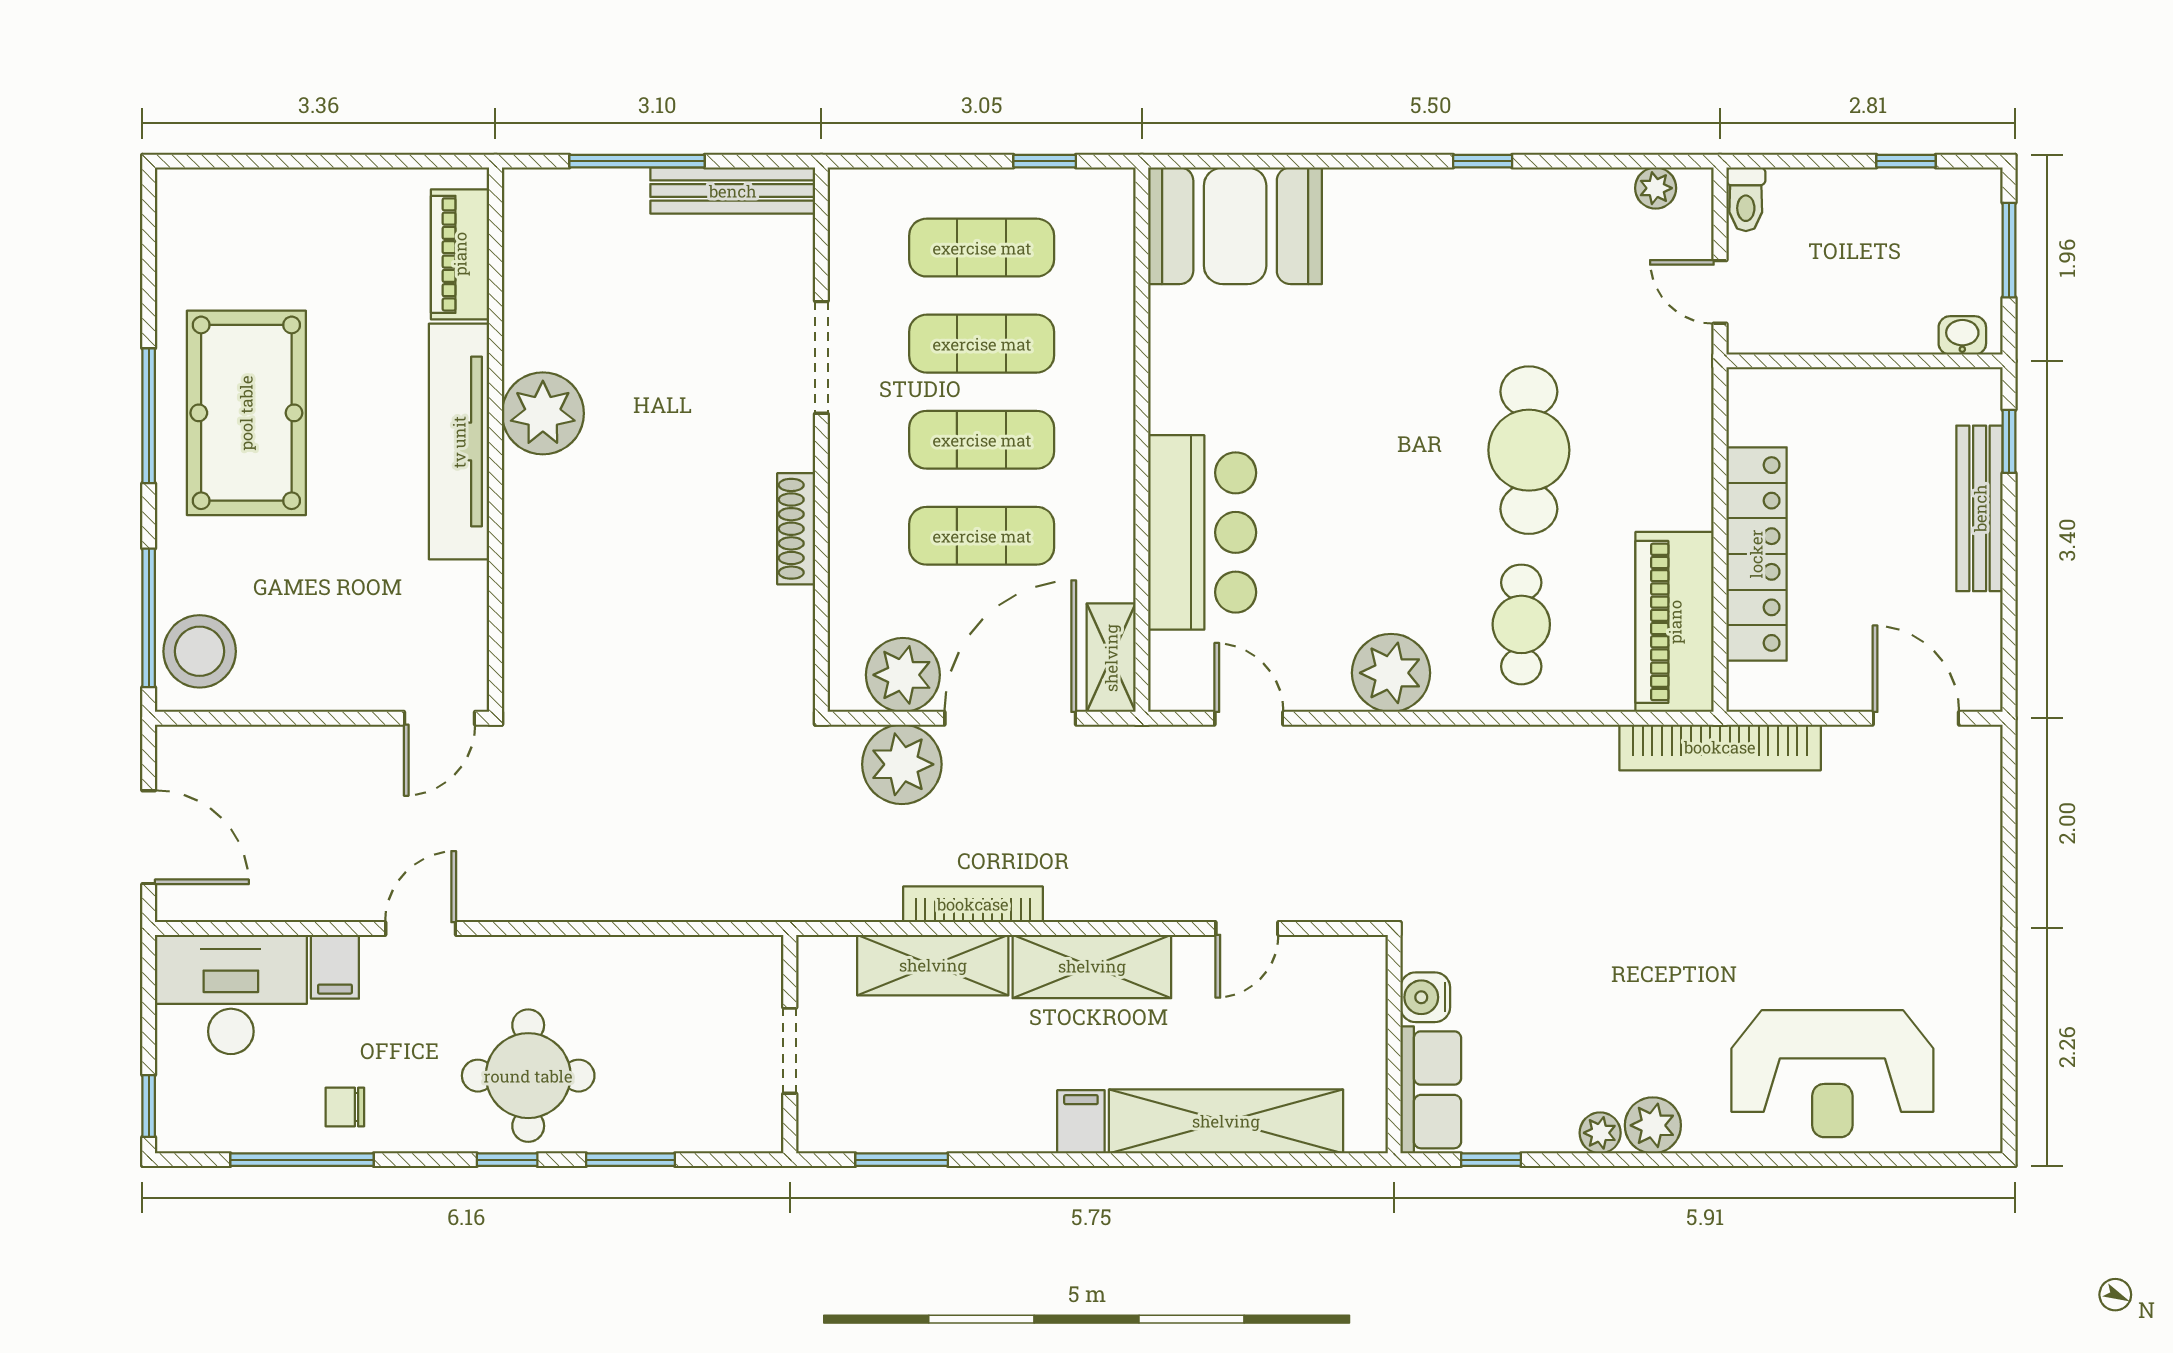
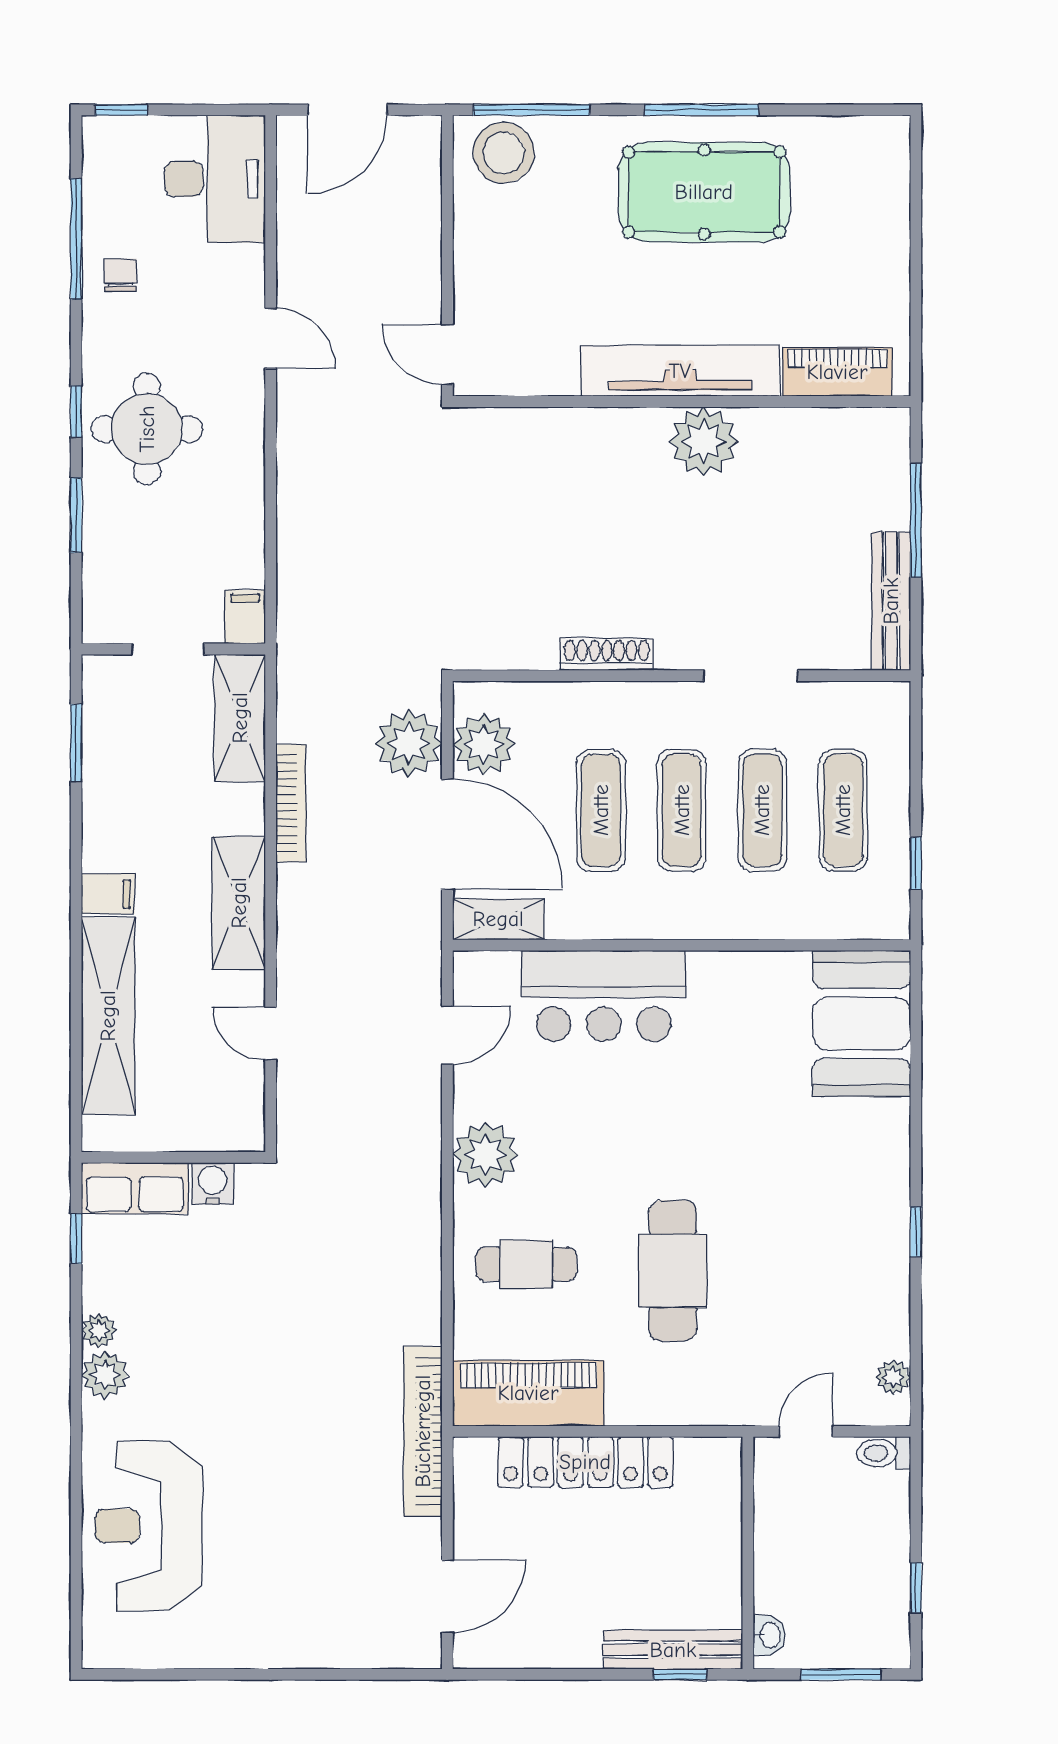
cafe table: (1529, 450) -> (673, 1271), turned 90
bench: (1980, 508) -> (673, 1650), moved
shelving: (933, 965) -> (240, 718), moved
filing cabinet: (335, 967) -> (245, 617), moved, turned 90

